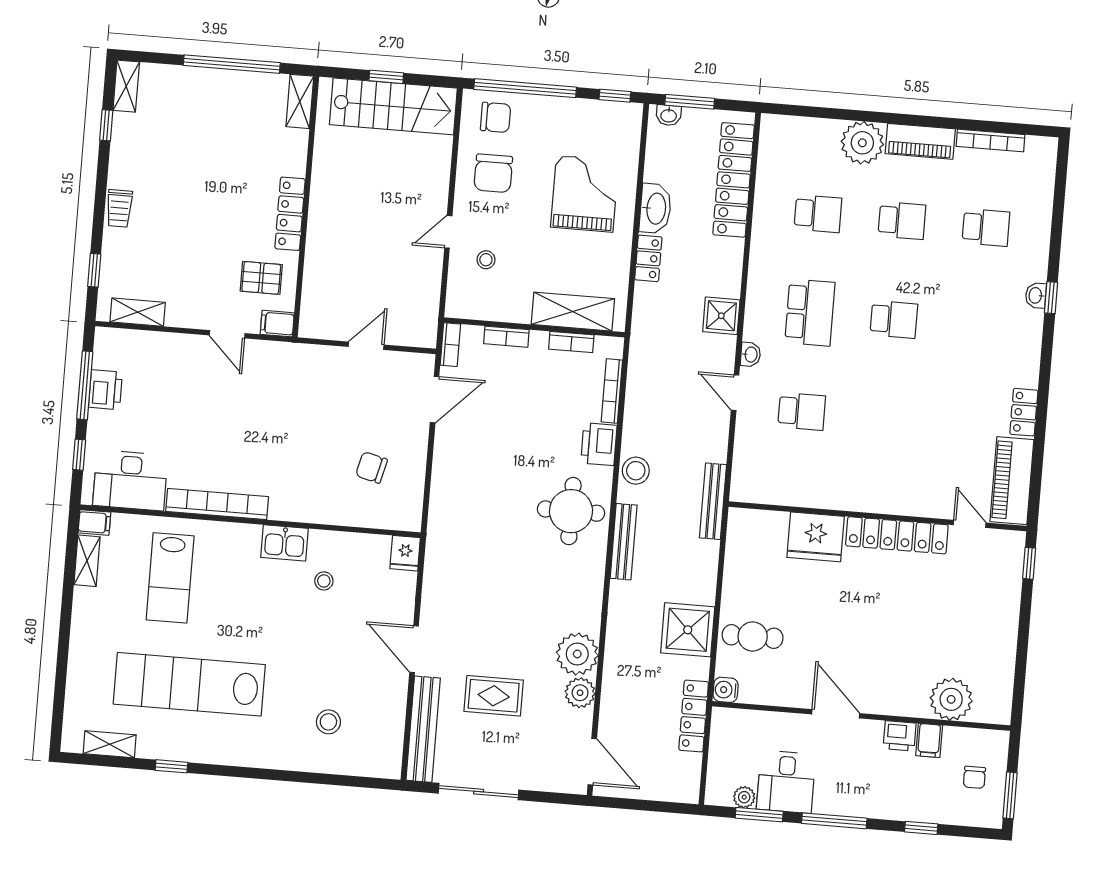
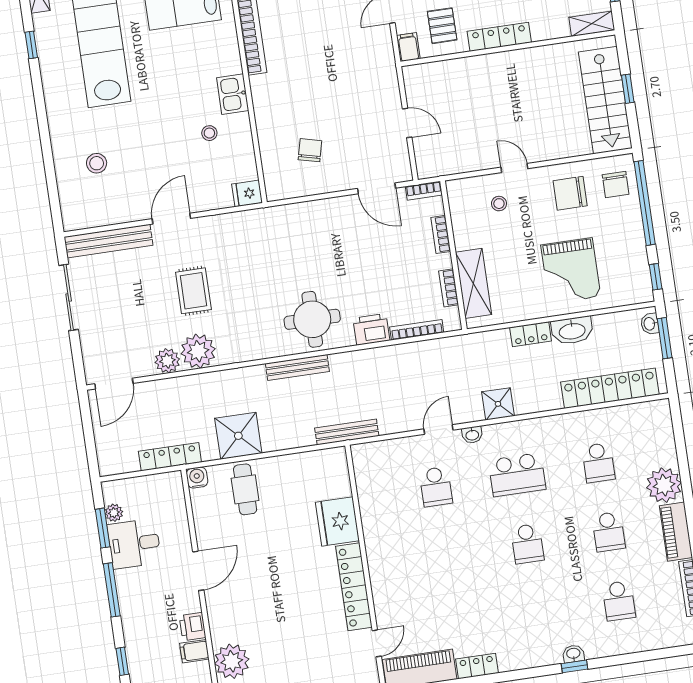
grand piano: (585, 194) -> (571, 271), turned 90
stool: (636, 471) -> (357, 364), removed
rug: (494, 696) -> (193, 291), moved

